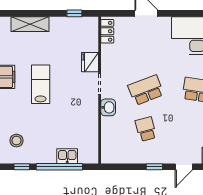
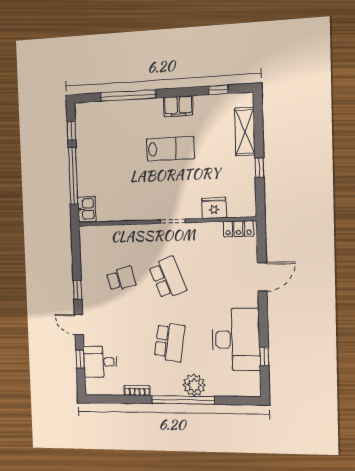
window: (74, 13) -> (259, 168), moved
fridge: (90, 62) -> (214, 208), moved
washbasin: (108, 107) -> (145, 233), removed
stool: (16, 141) -> (102, 123), removed
kitchen sink: (67, 156) -> (87, 209), moved

